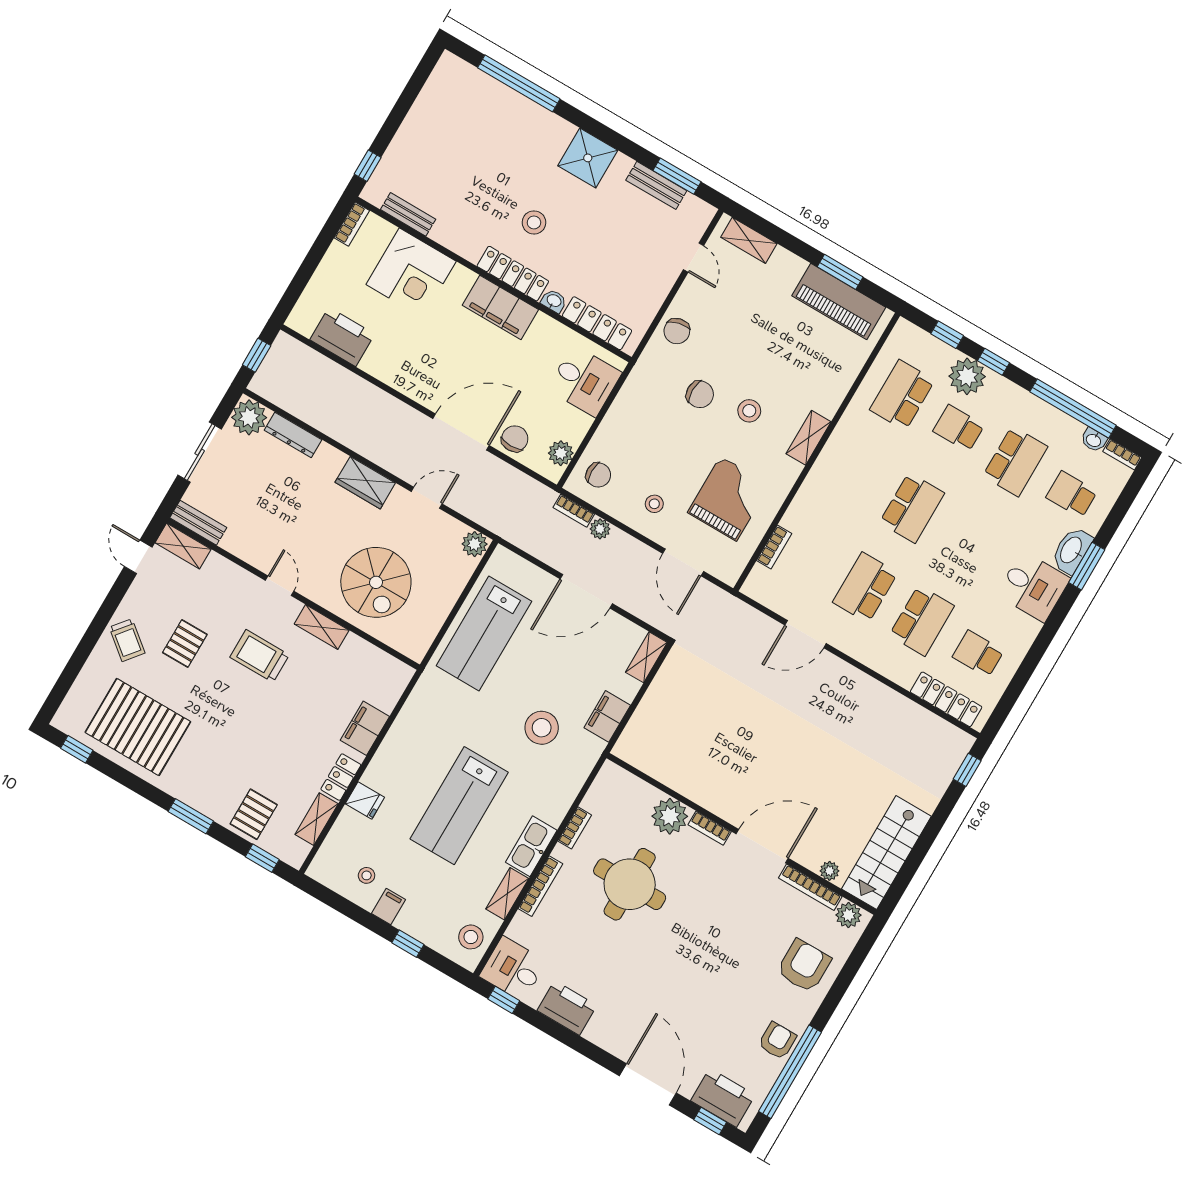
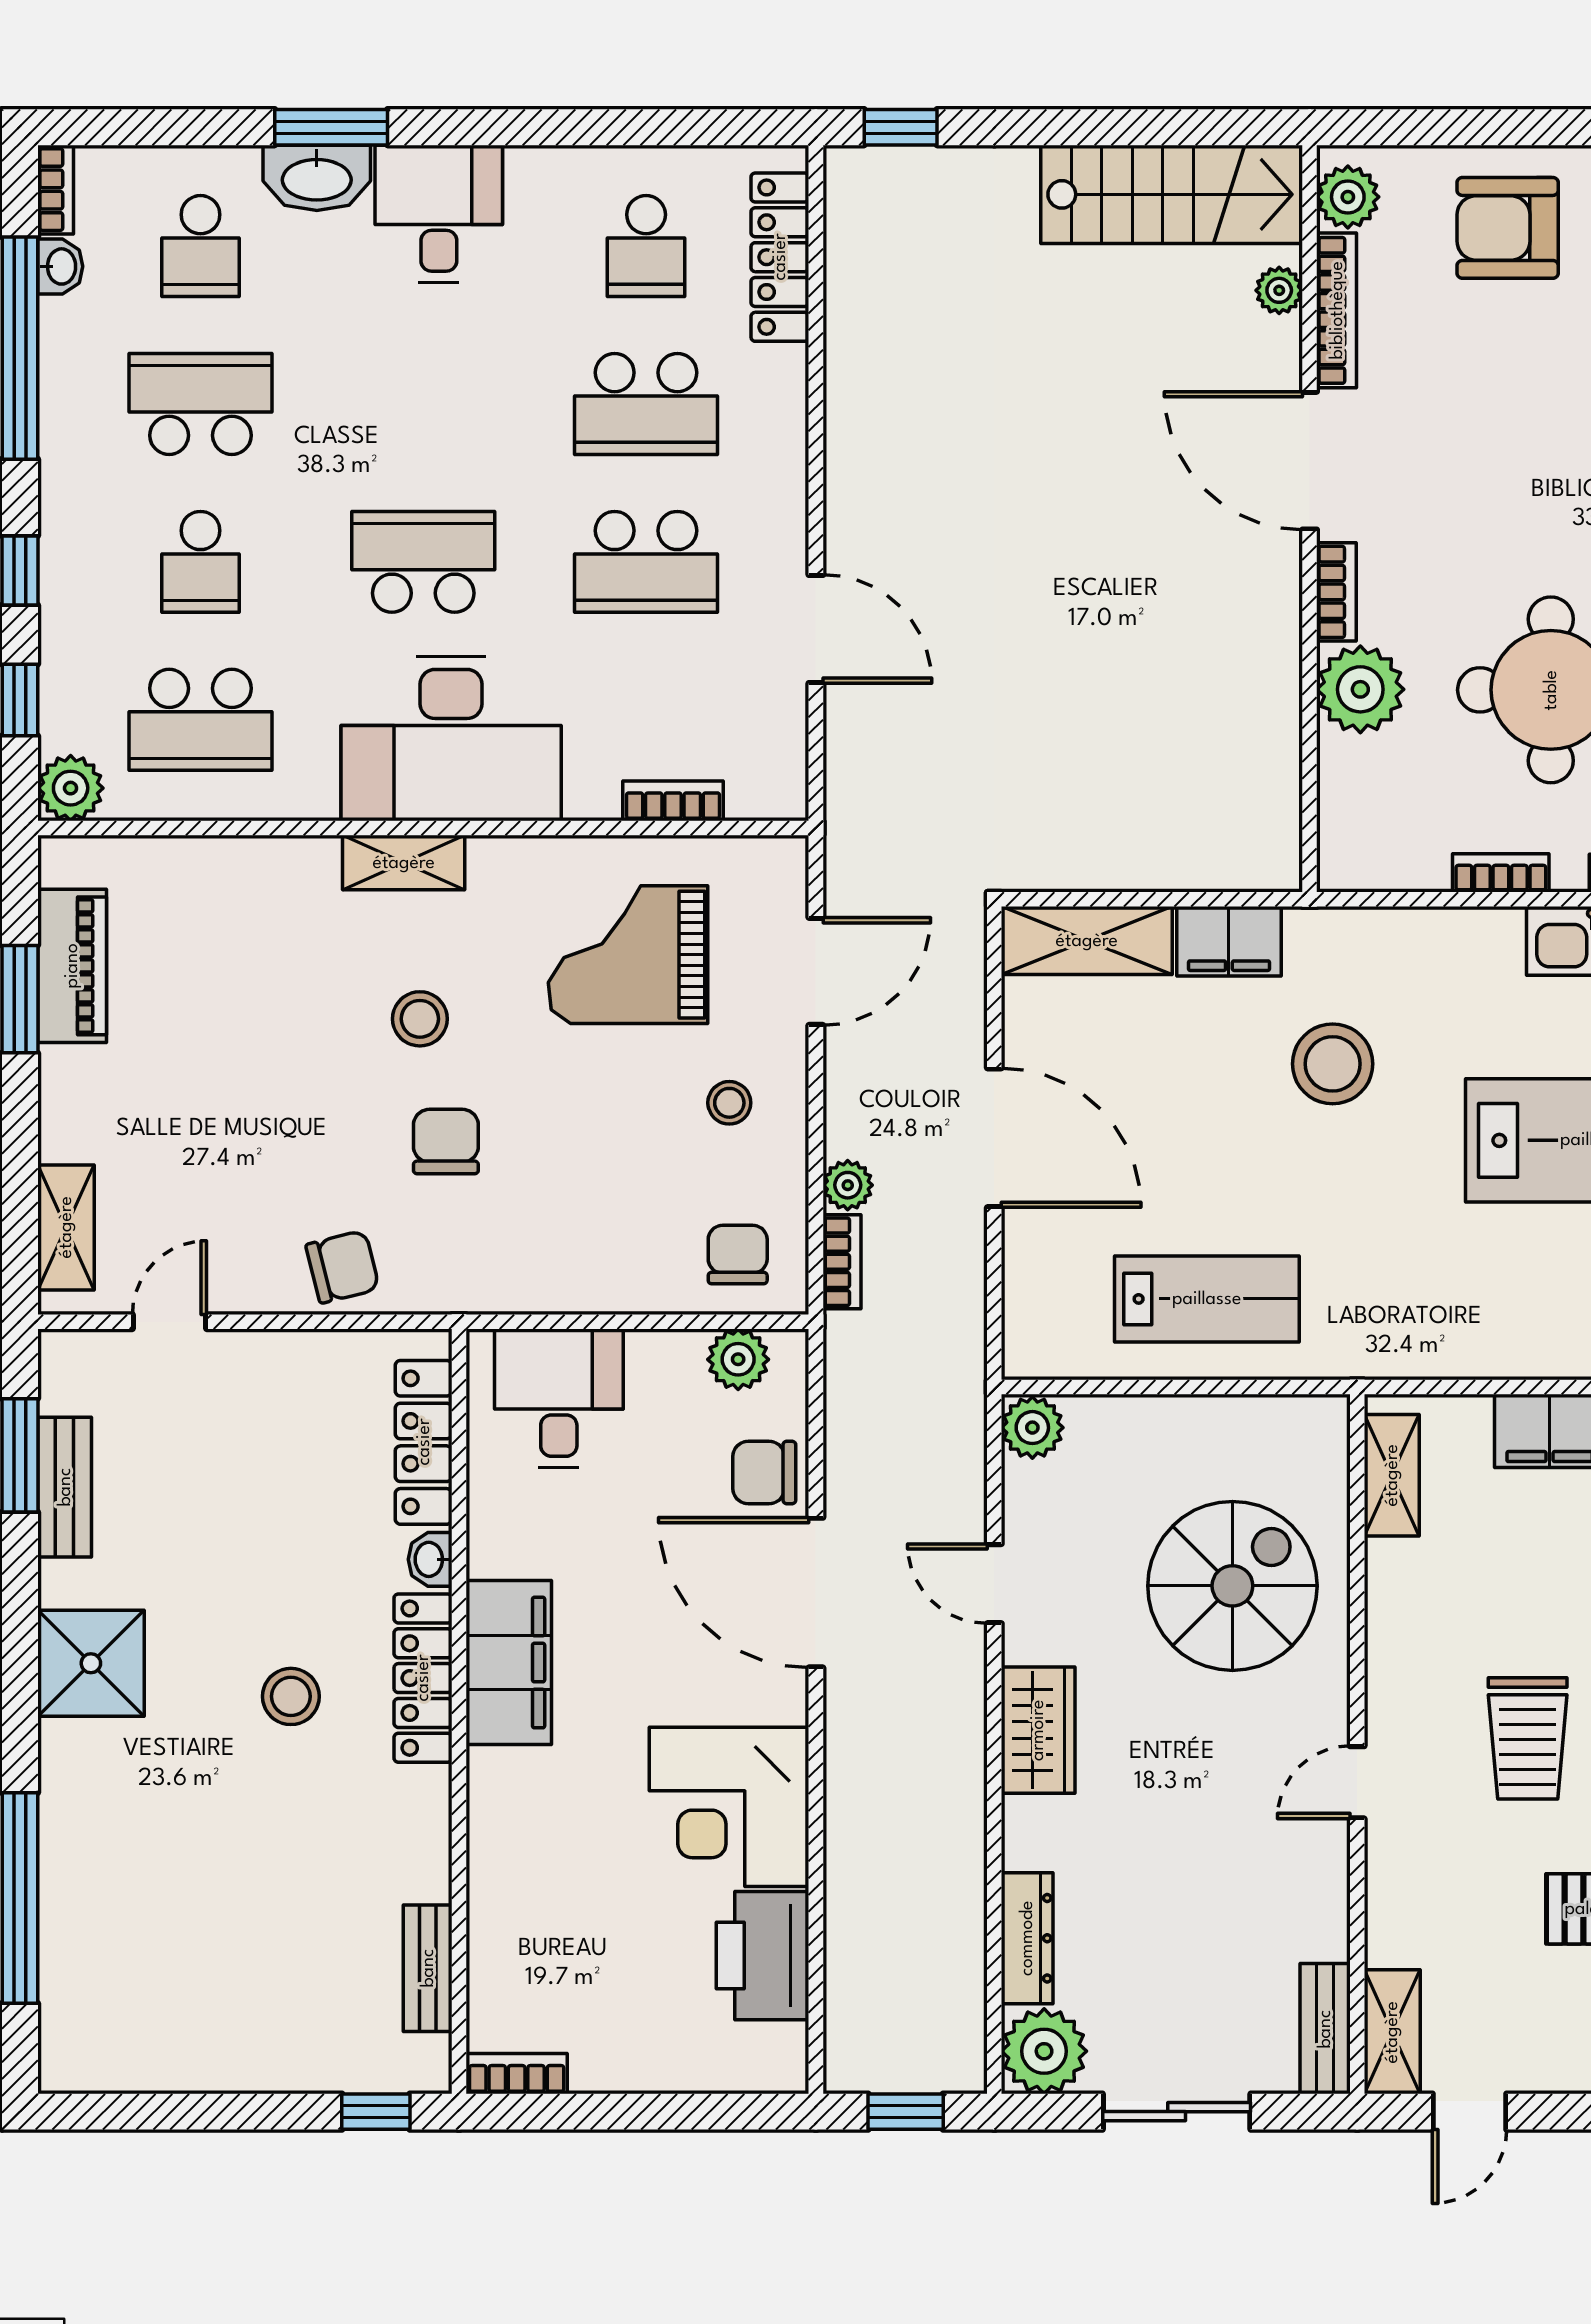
corner desk: (411, 273) -> (729, 1807), moved, turned 180
piano: (839, 302) -> (72, 966), width x0.73, depth x0.75
plant: (967, 376) -> (71, 788), moved, width x0.73, depth x0.73
desk: (843, 481) -> (451, 738), added
school desk: (922, 621) -> (646, 404), turned 180
shelving: (322, 627) -> (1392, 1475), moved
lab bench: (484, 633) -> (1207, 1299), width x0.73, depth x0.72
shelving: (646, 657) -> (1087, 941), width x1.50, depth x1.33

